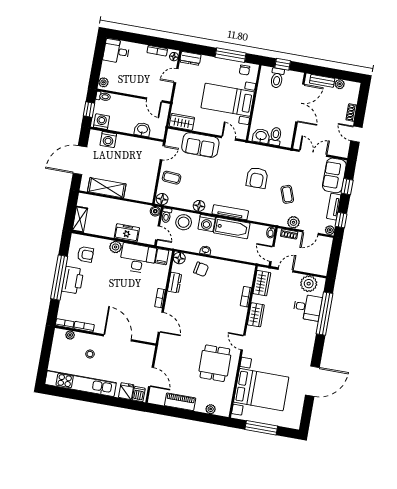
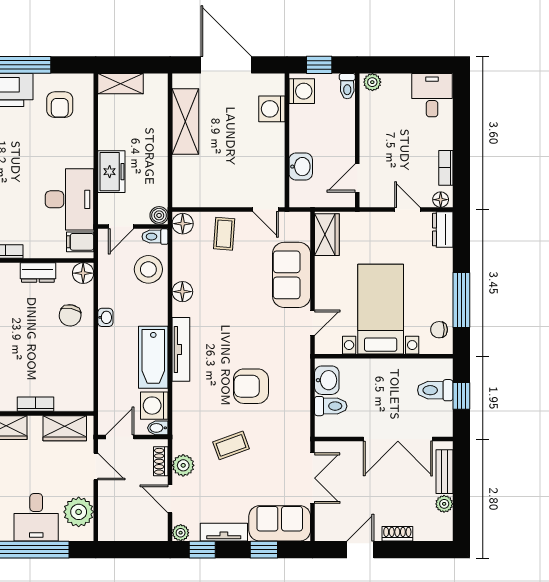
washing machine: (207, 223) -> (154, 406), moved
plant: (116, 247) -> (83, 156), removed

